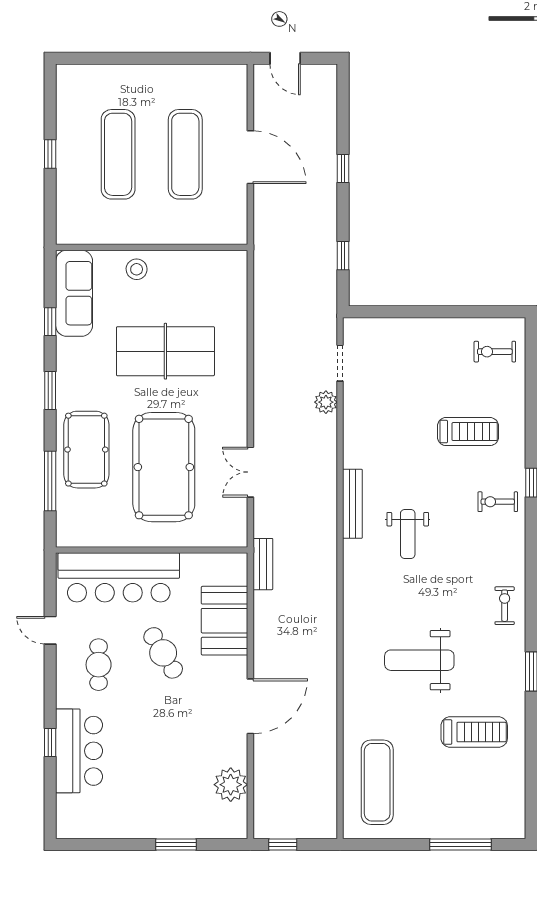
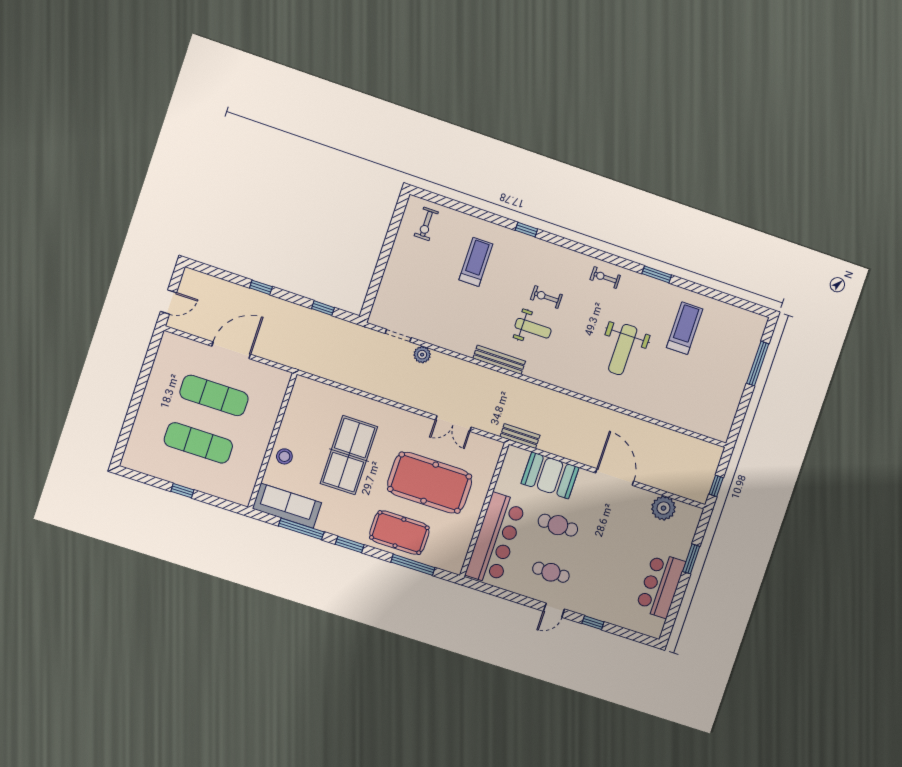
window: (50, 322) -> (301, 529), width x2.17
exercise bike: (498, 502) -> (546, 297), moved, turned 90
door: (50, 630) -> (554, 610), moved
cafe table: (163, 653) -> (558, 525), turned 31
bar counter: (79, 751) -> (661, 585), moved, turned -90
exercise mat: (377, 782) -> (696, 407), removed

